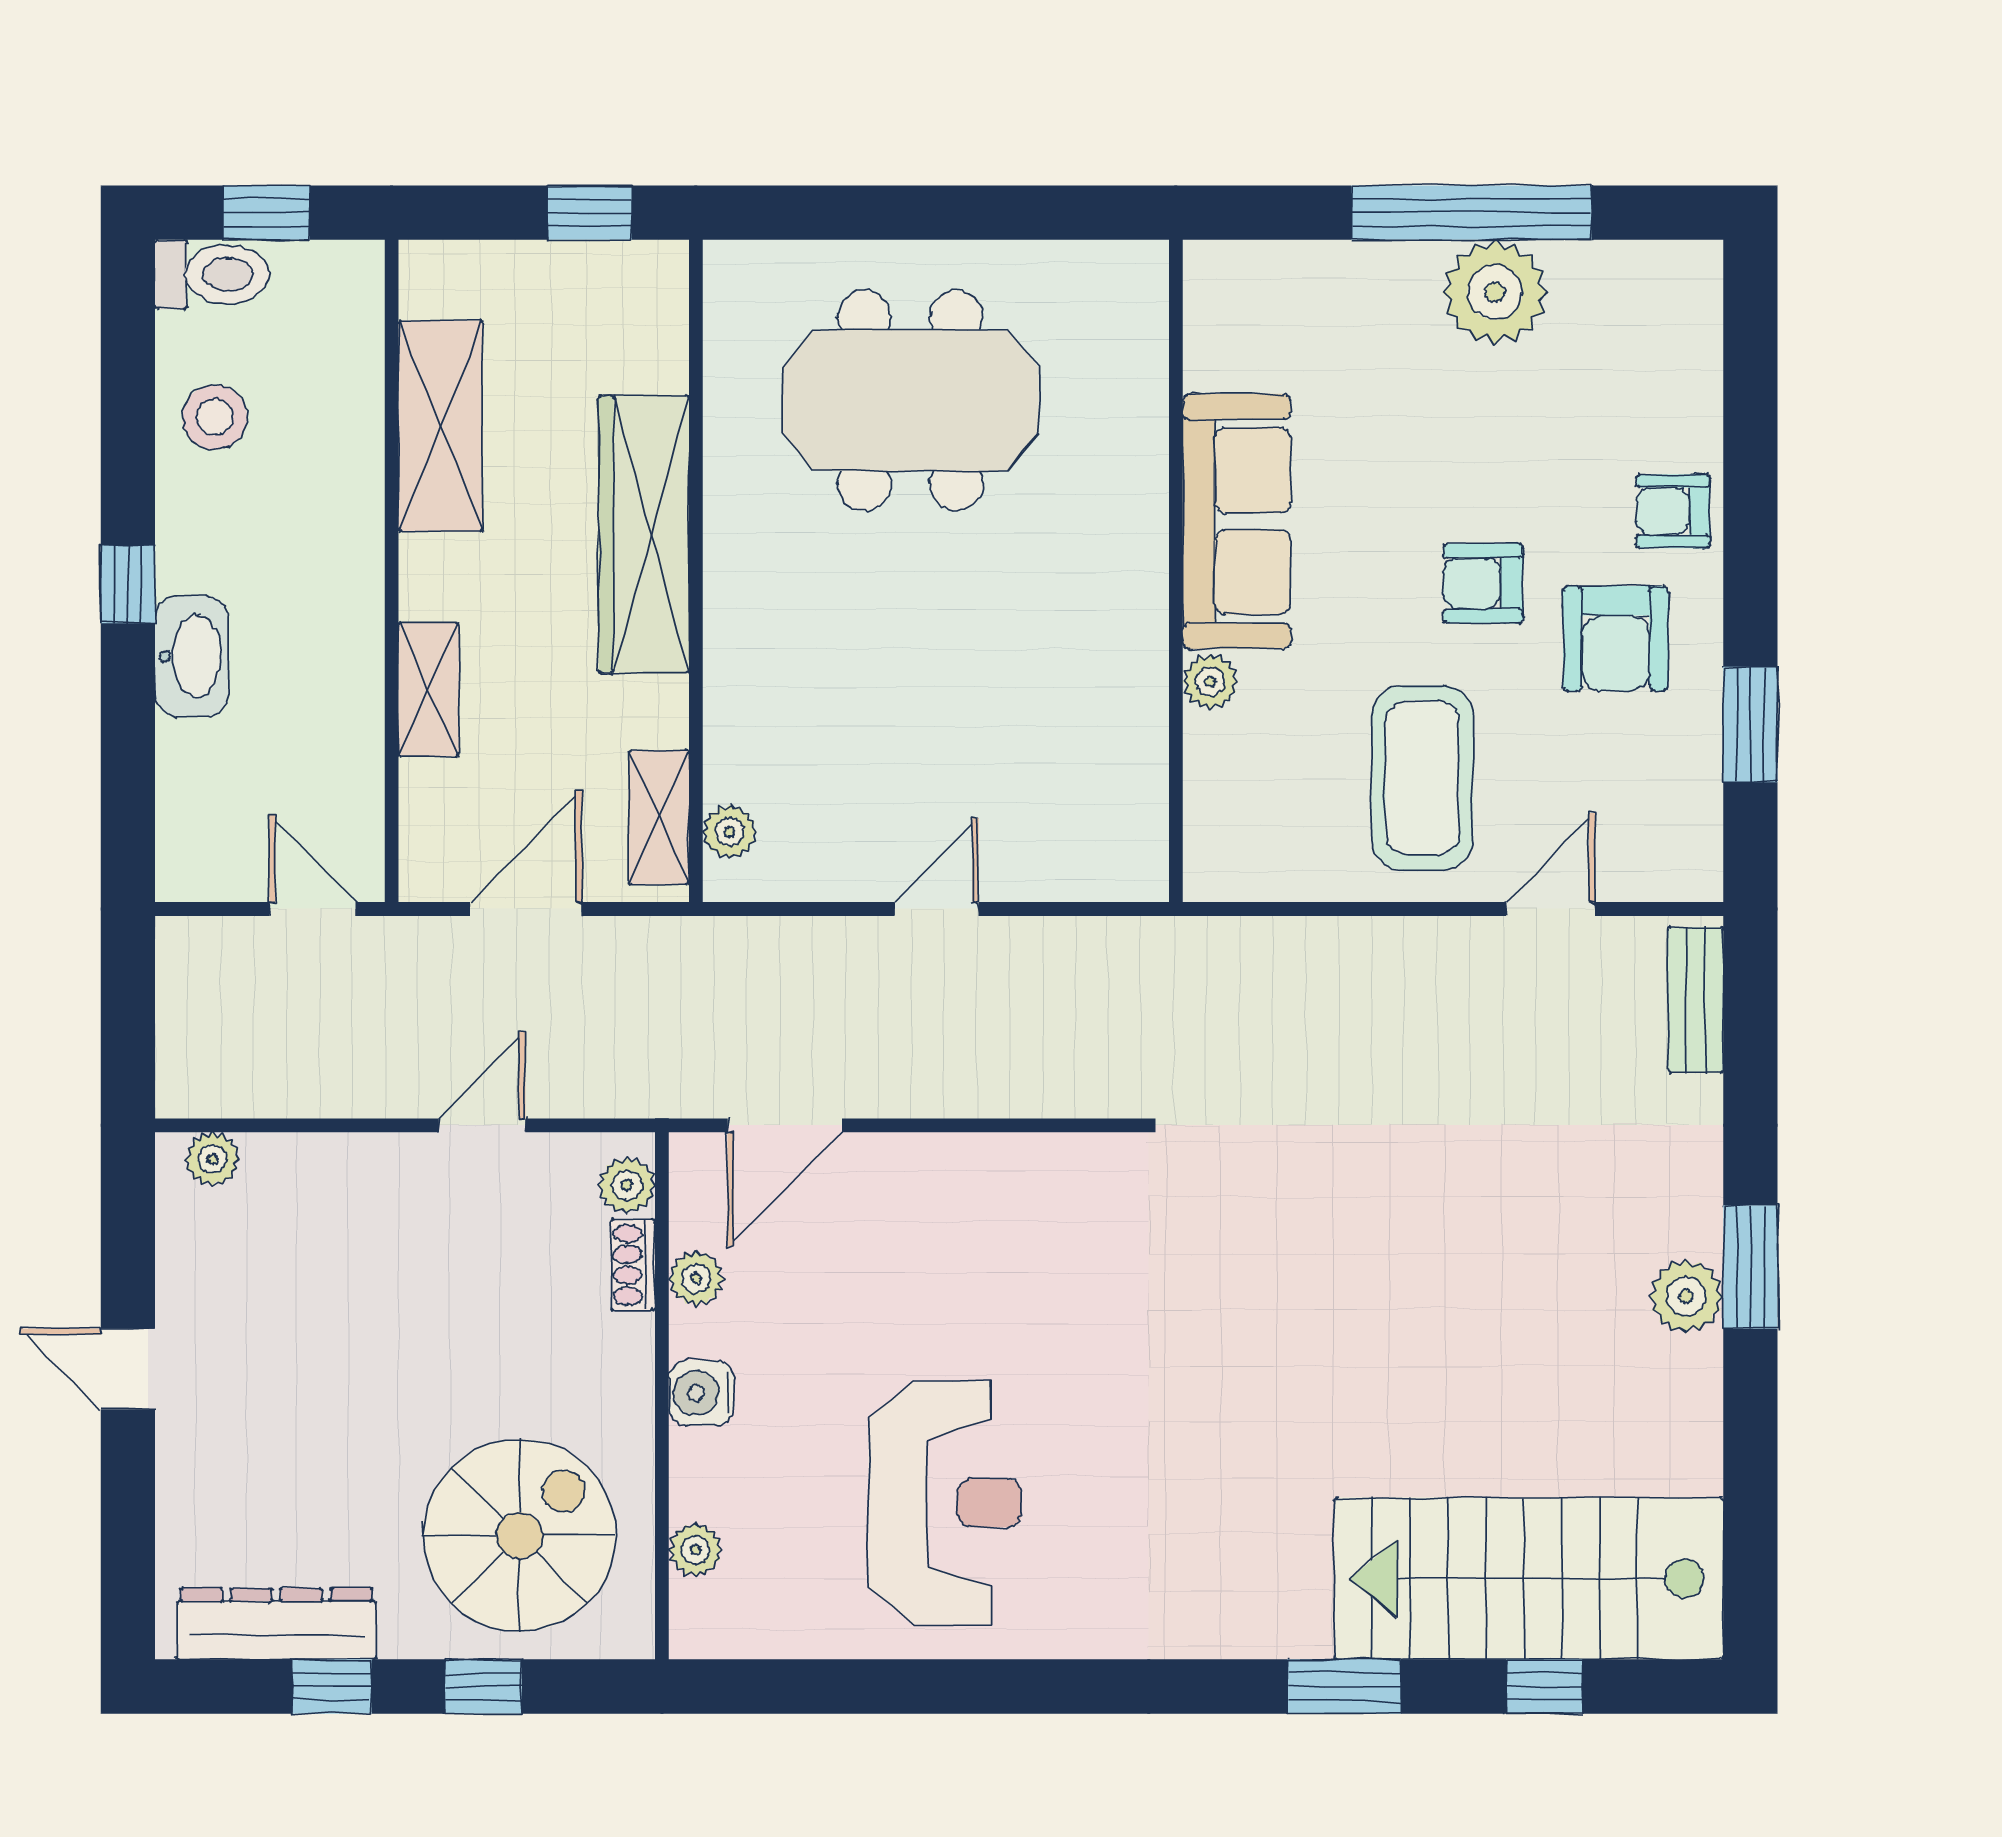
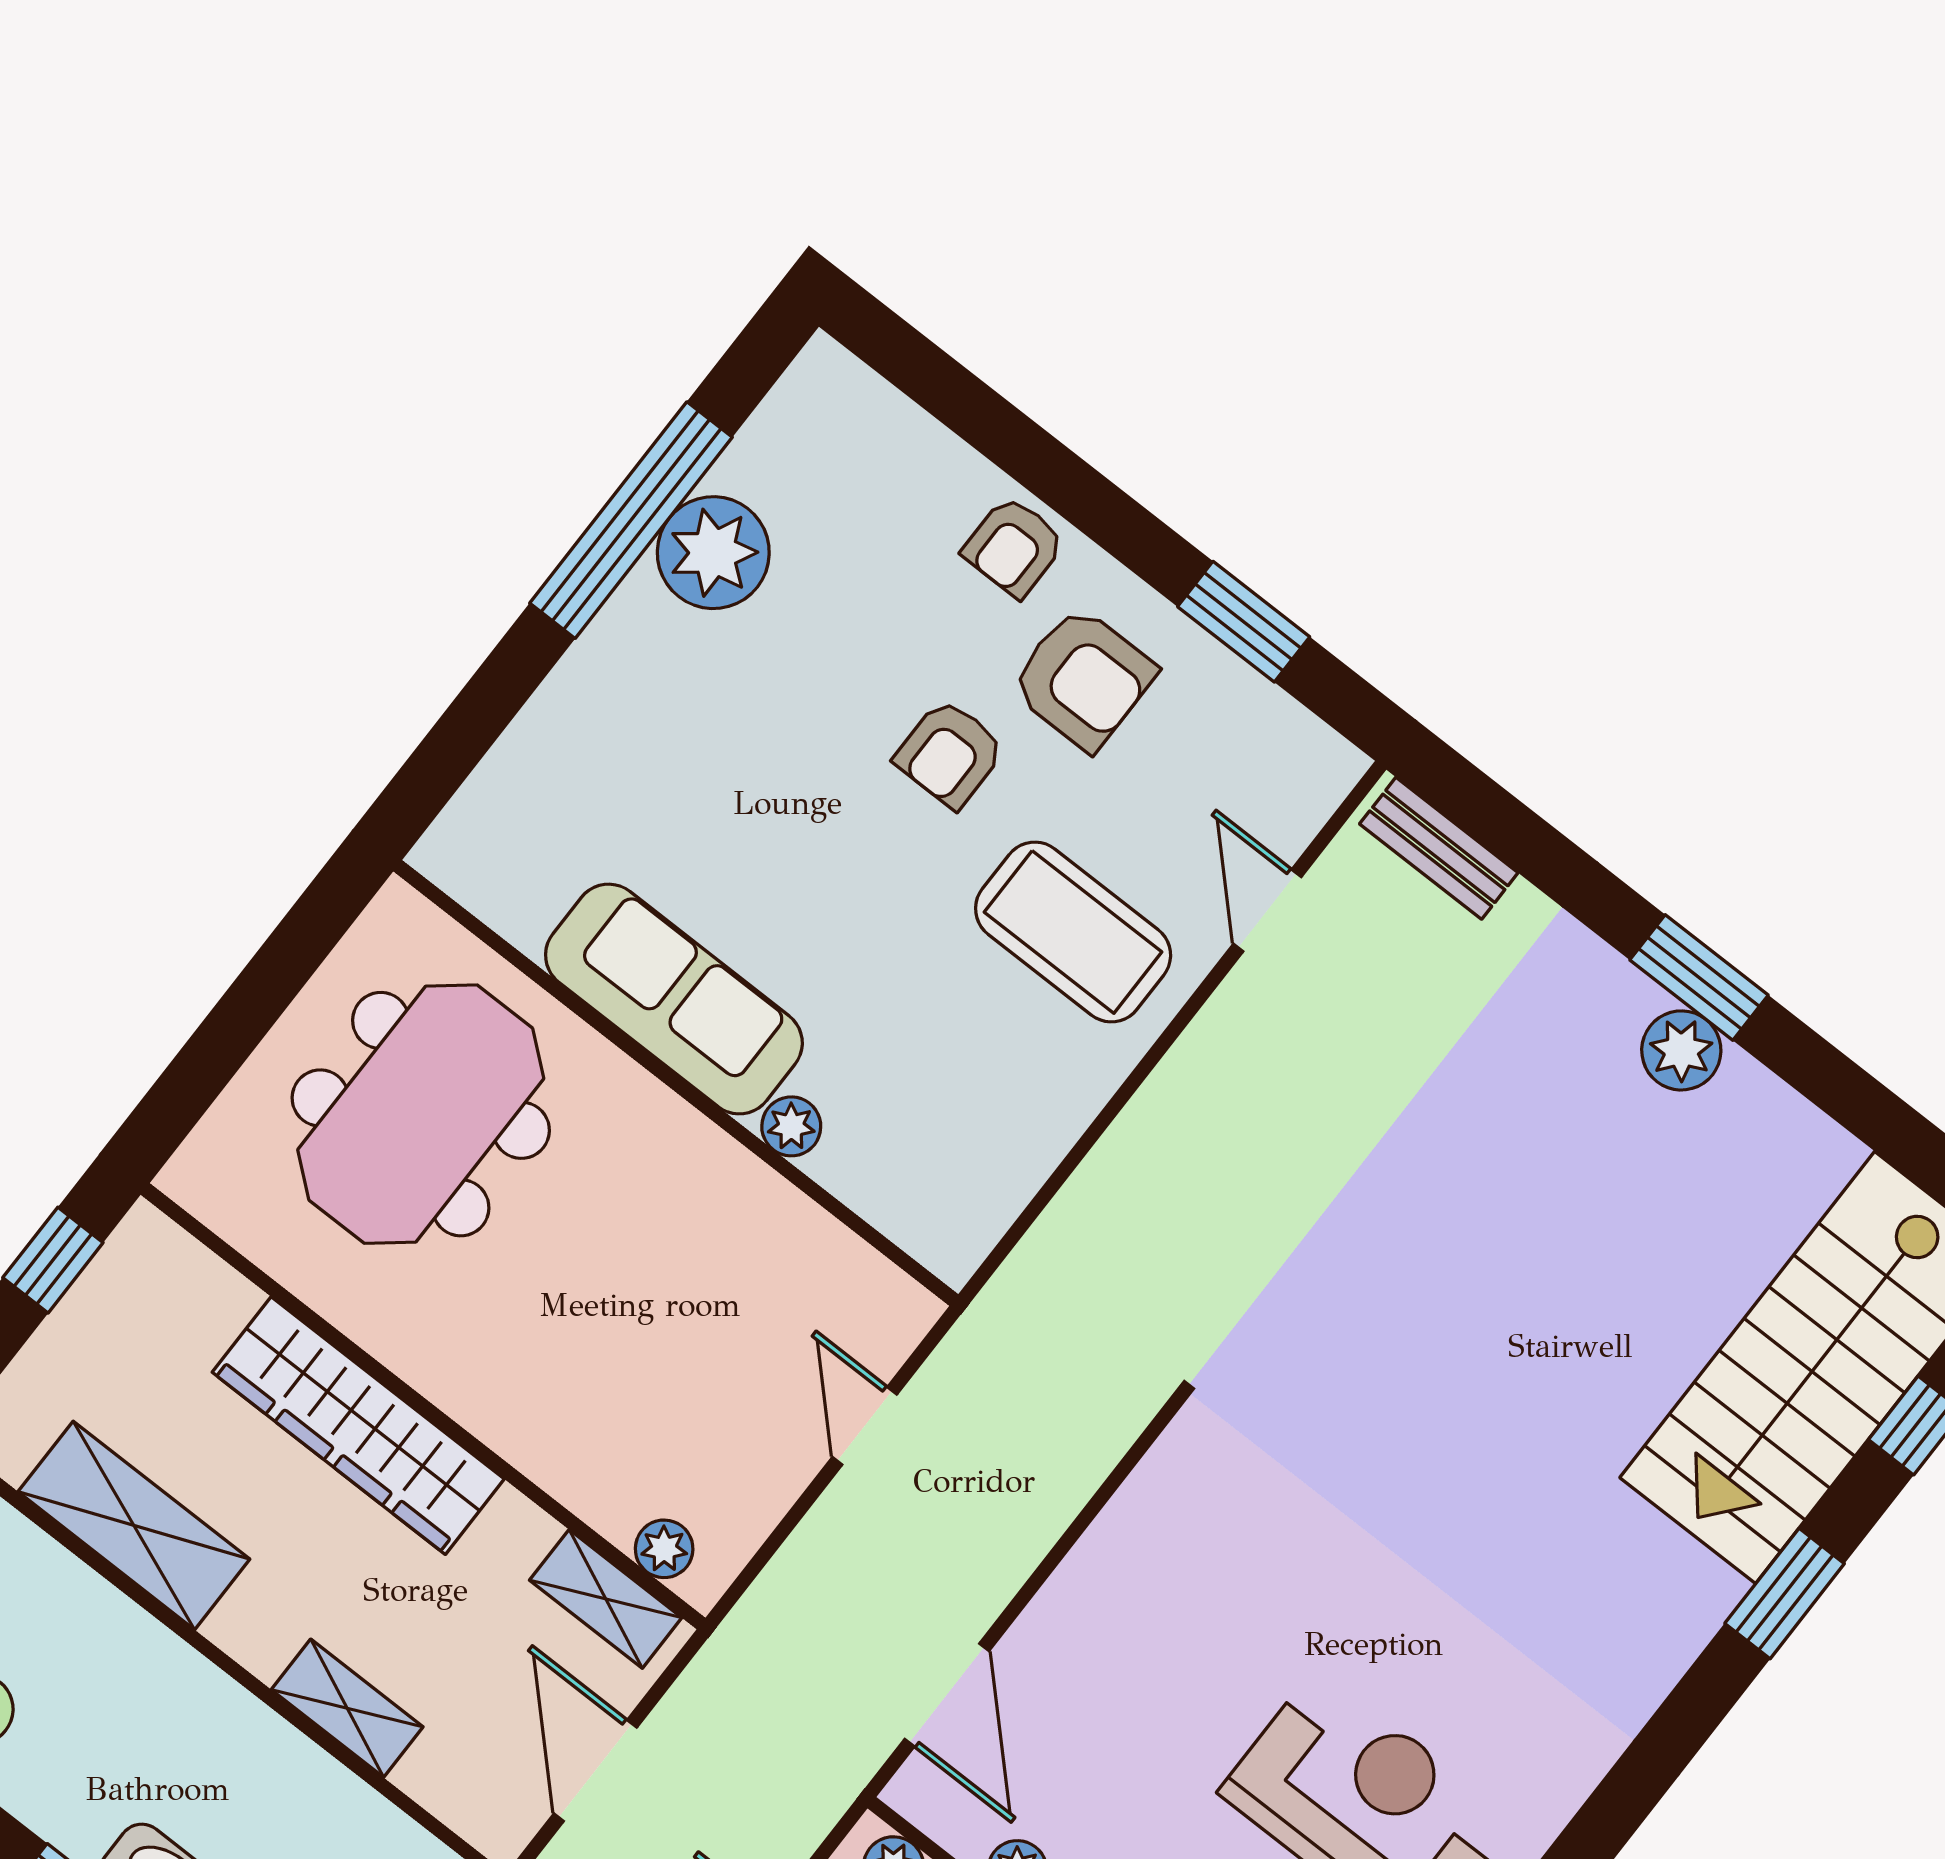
sofa: (1237, 521) -> (674, 999), moved
wall: (1176, 571) -> (676, 1083), moved
plant: (1210, 682) -> (791, 1126), moved

